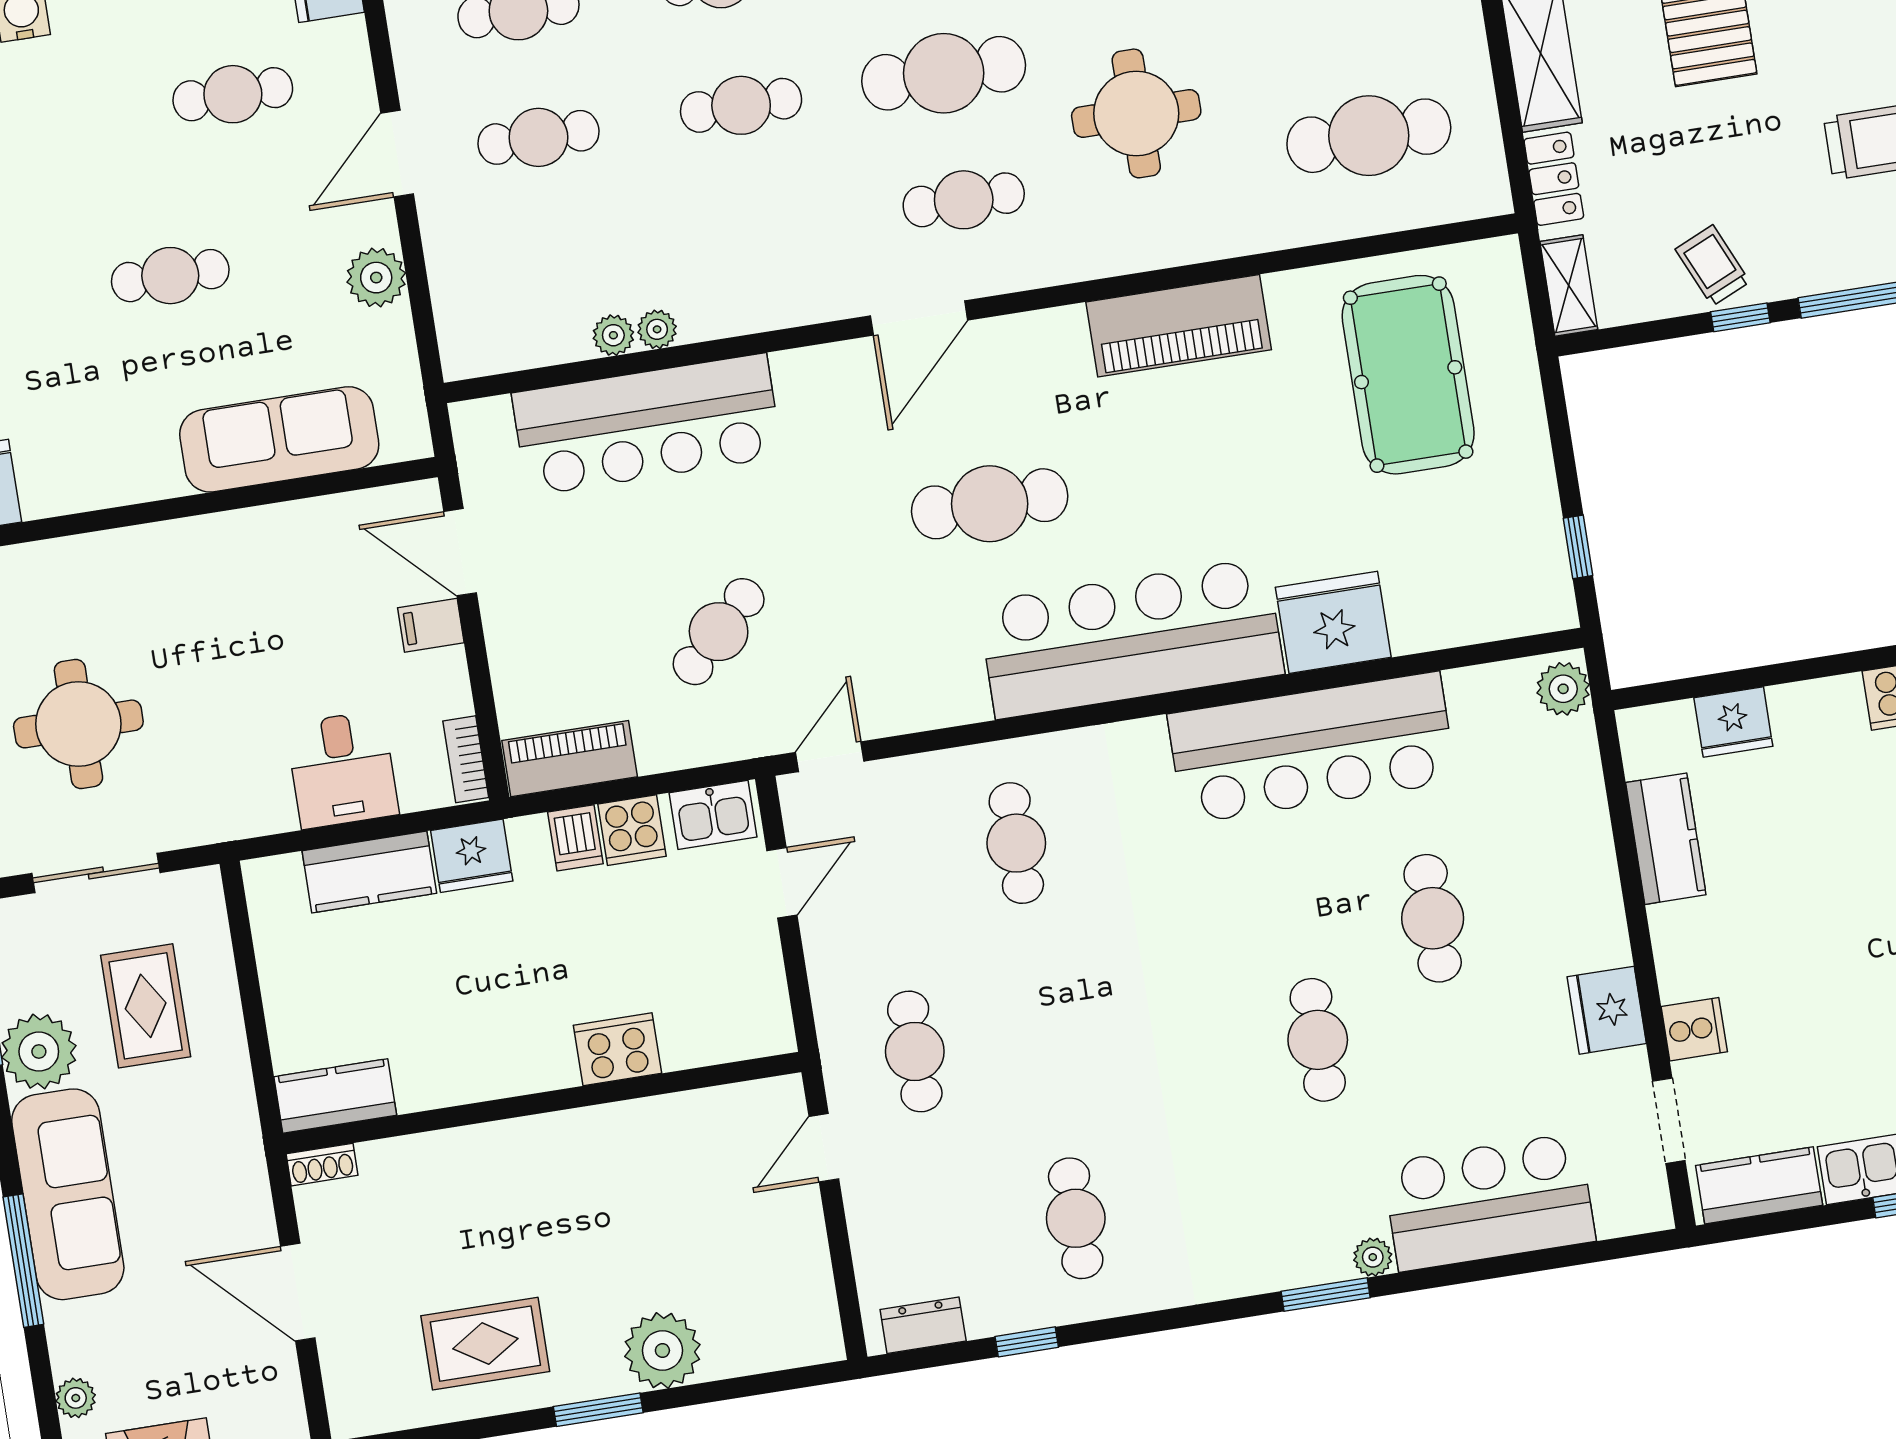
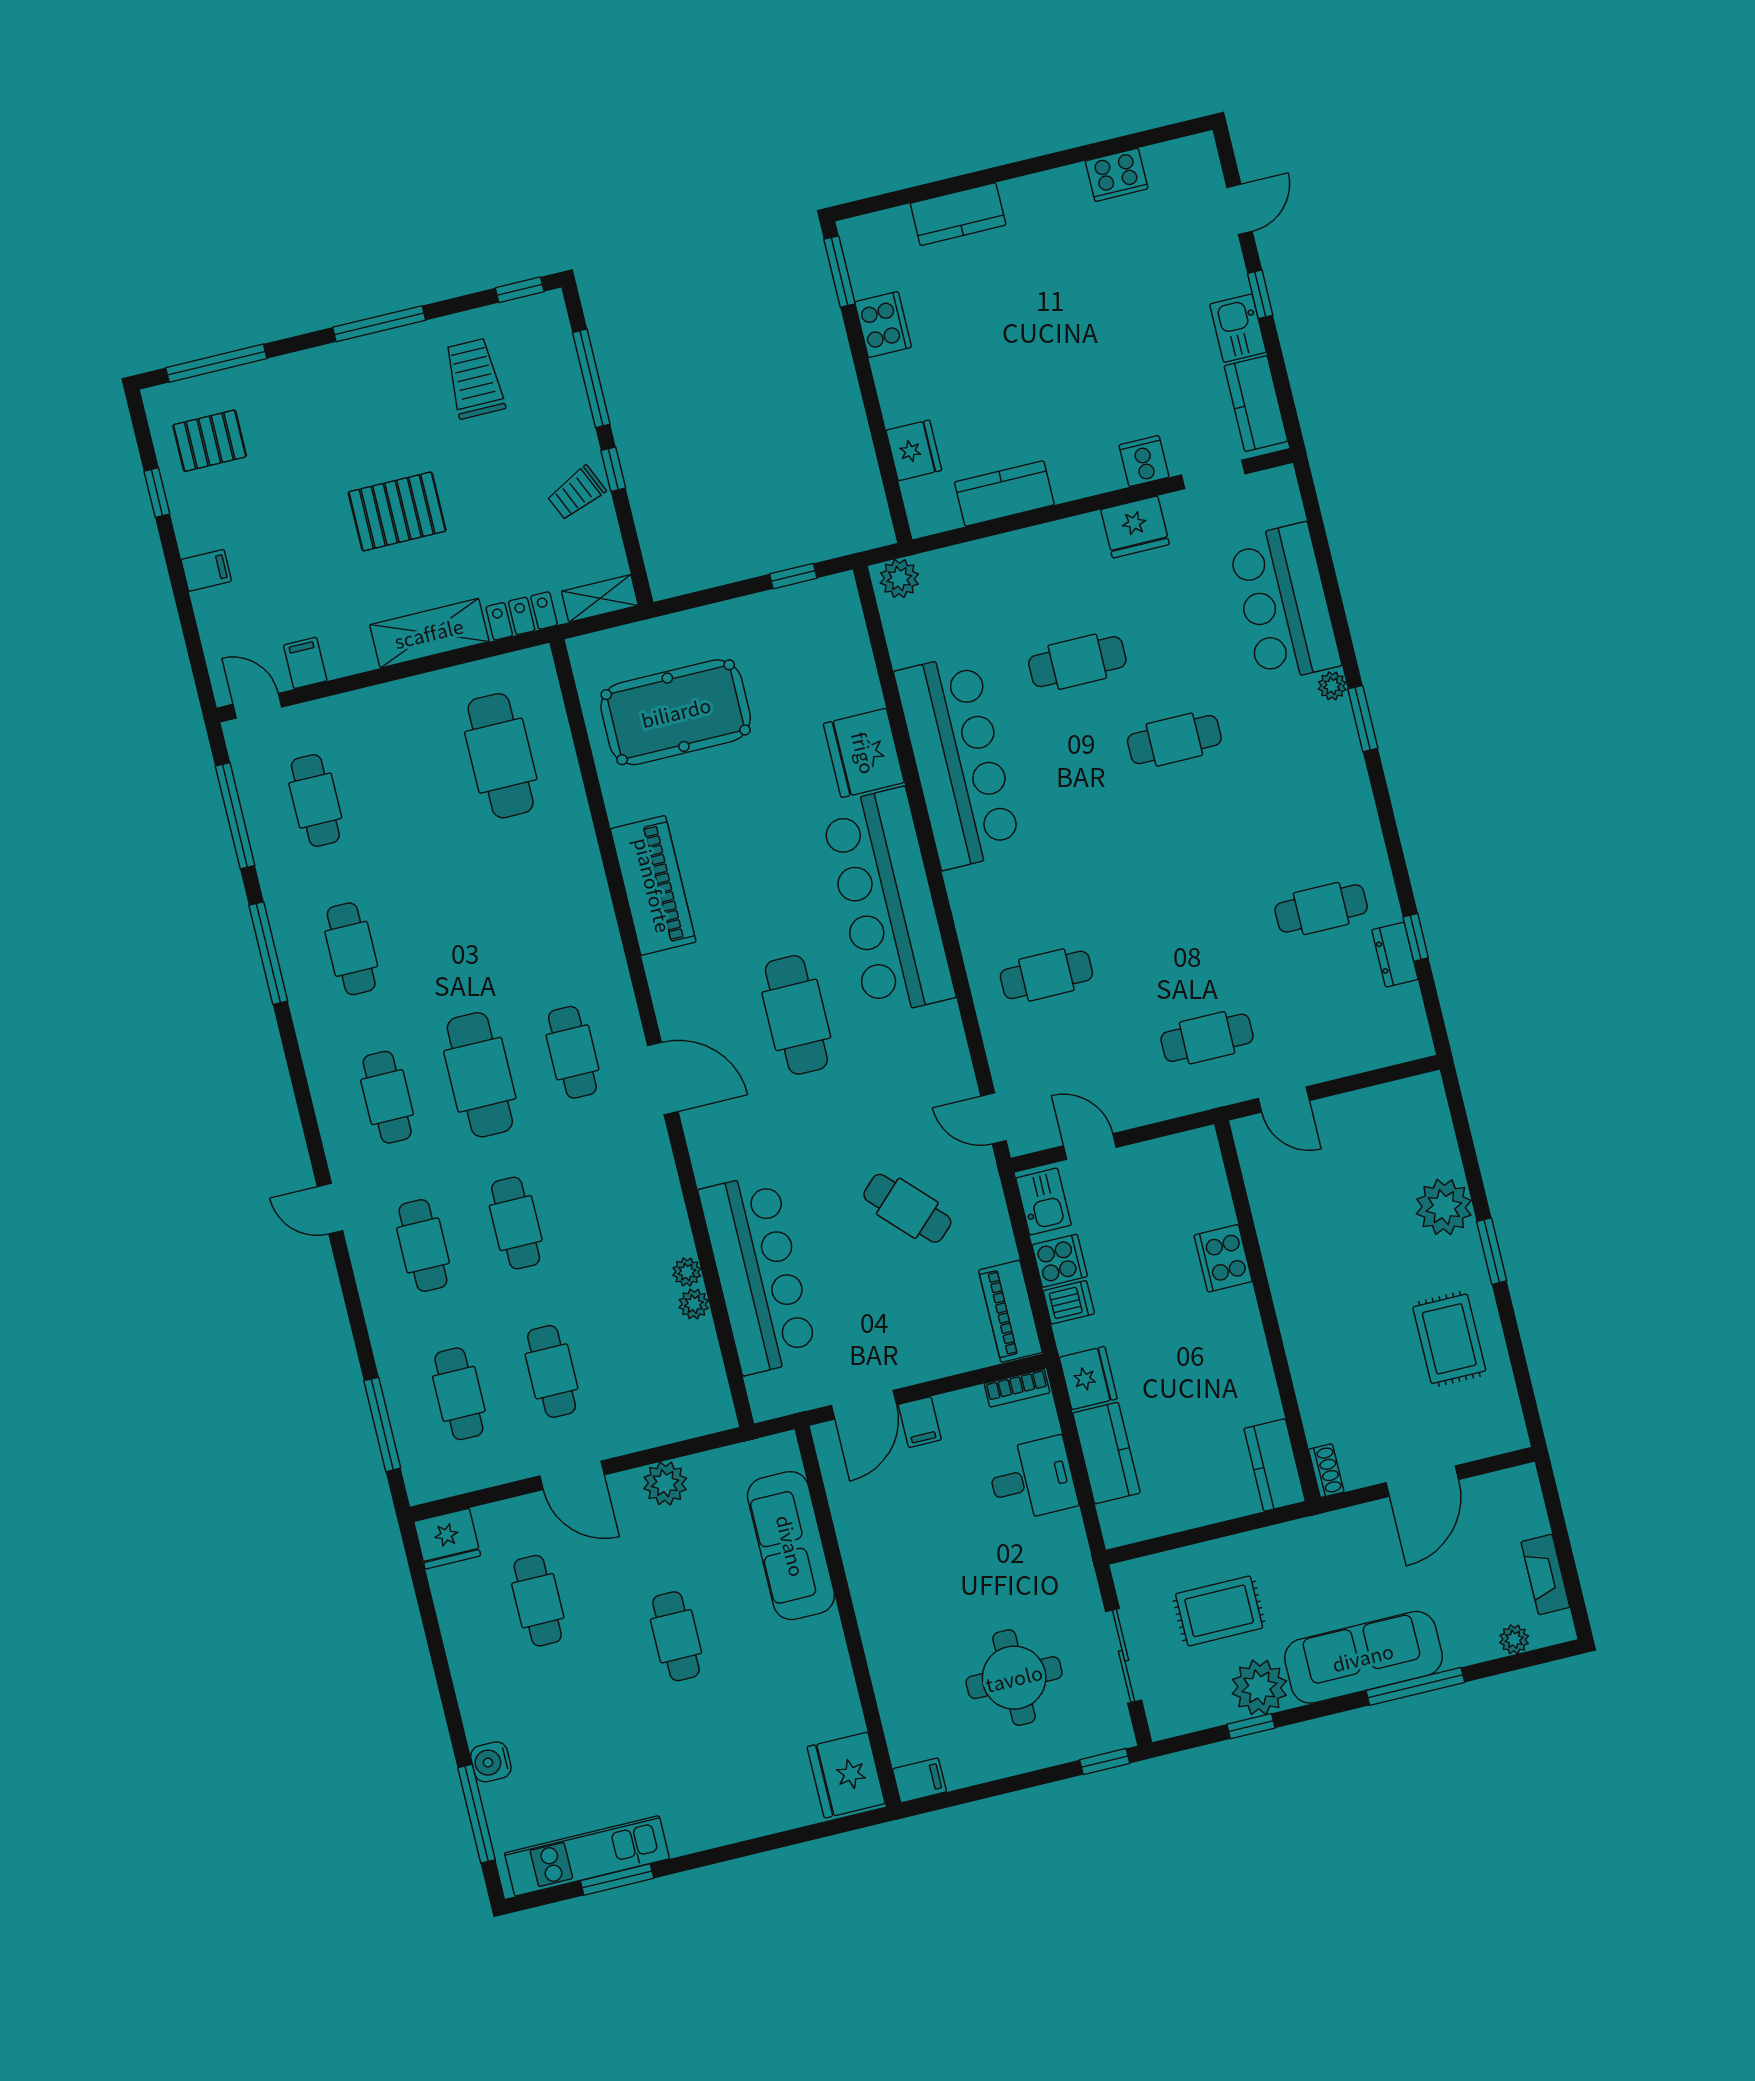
round table: (1136, 113) -> (498, 929), removed
dresser: (923, 1325) -> (1395, 955), moved

